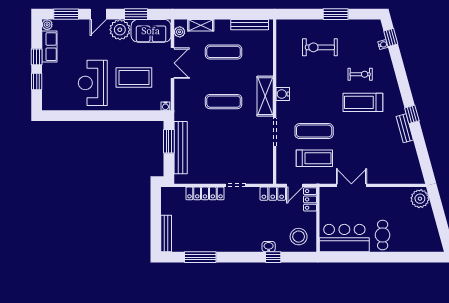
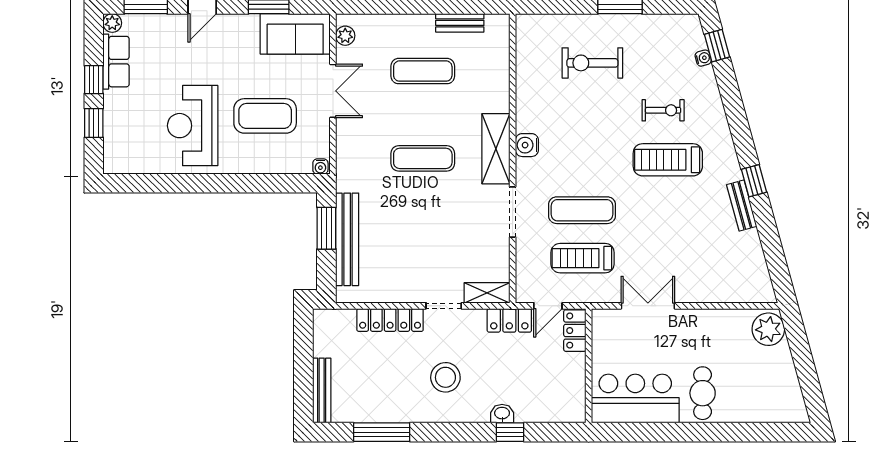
shelving: (201, 25) -> (487, 293), moved
bench: (250, 25) -> (460, 23), width x0.73
plant: (120, 30) -> (240, 32), removed
treadmill: (314, 158) -> (583, 258), turned 180
stool: (299, 237) -> (445, 377), moved

